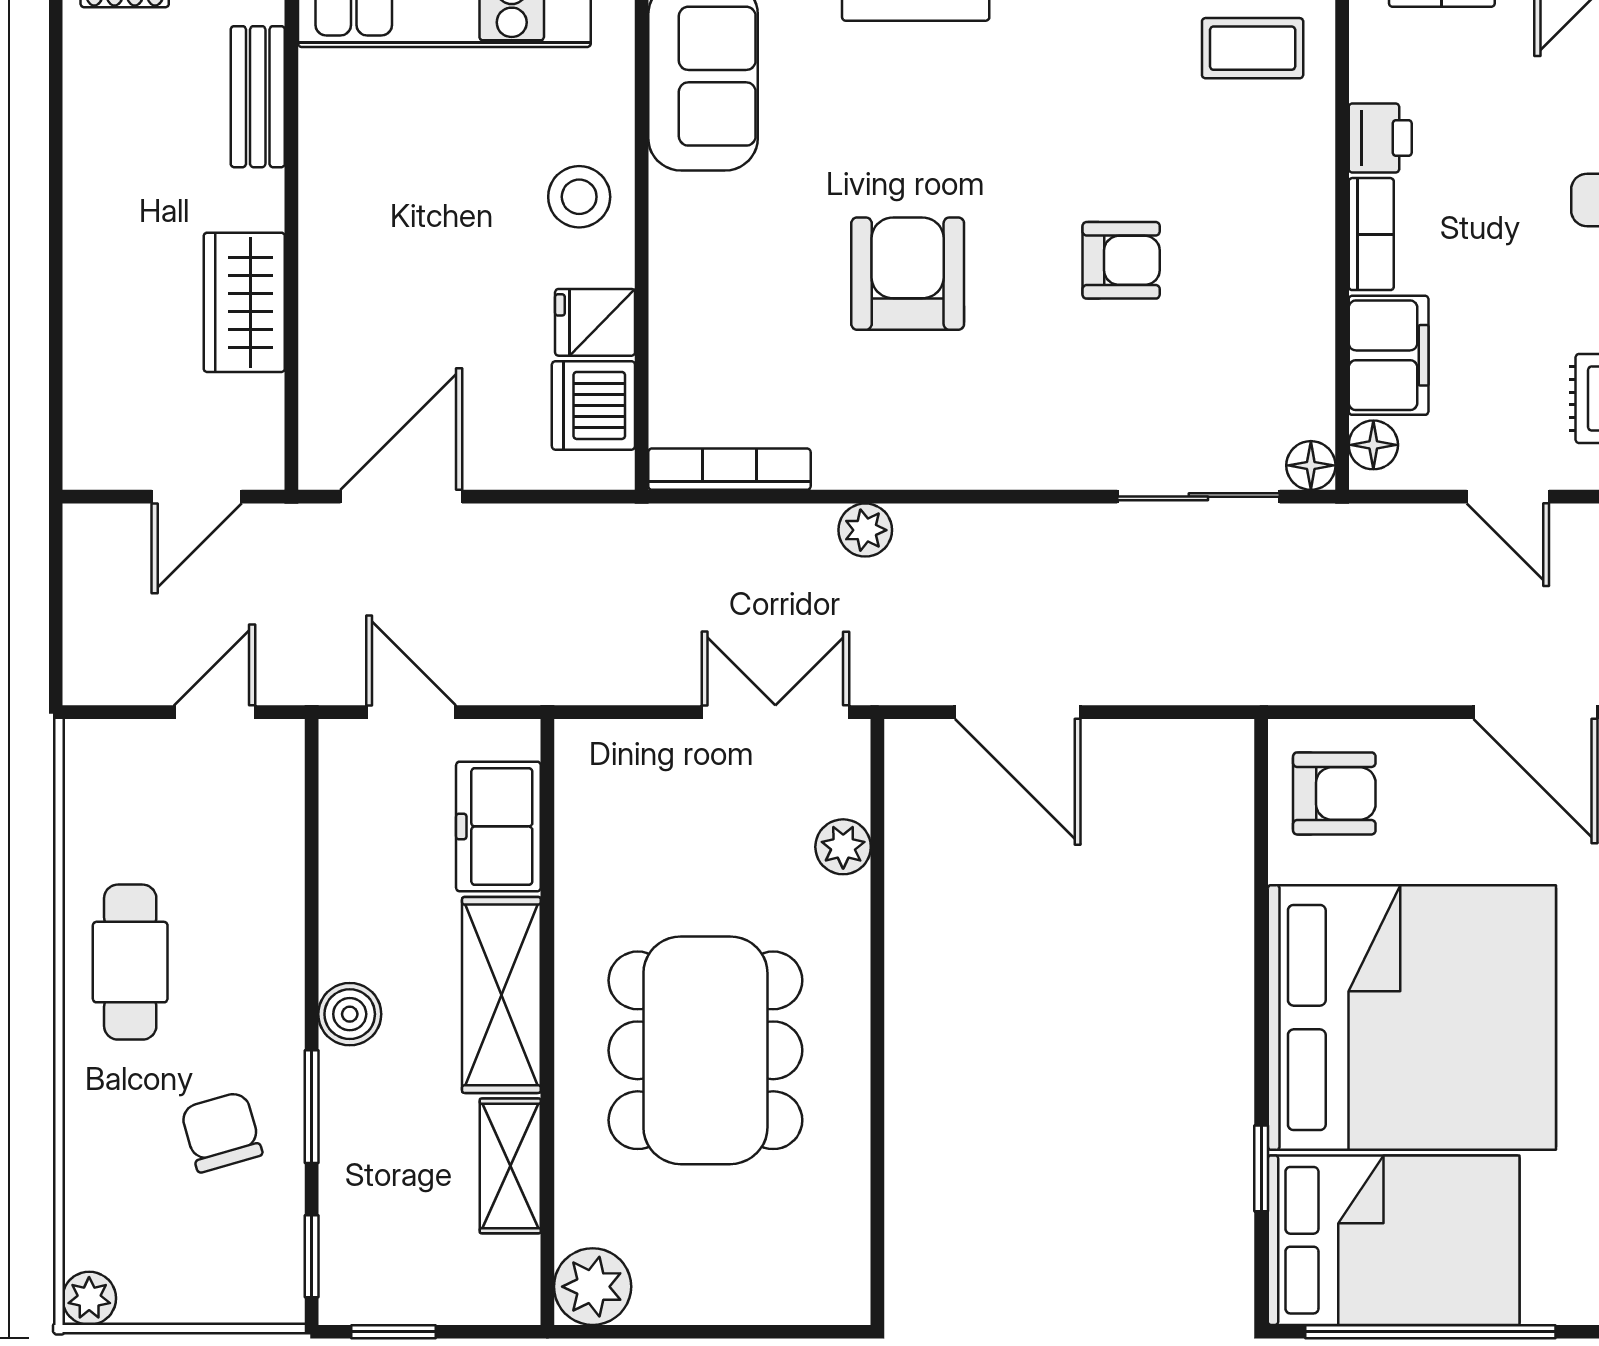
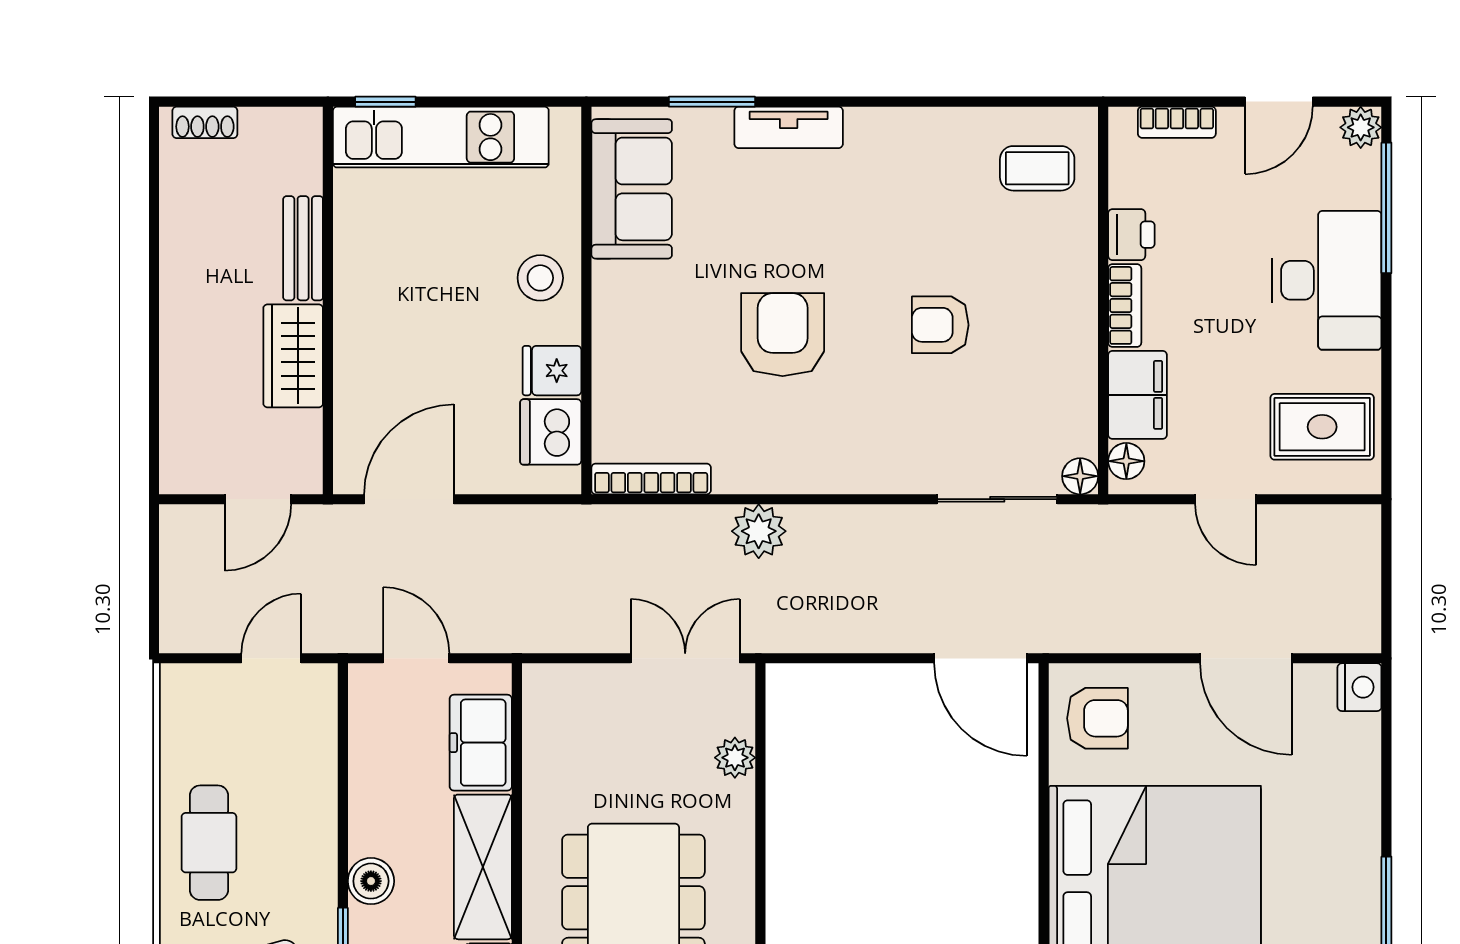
bench: (258, 97) -> (303, 248), moved
armchair: (1121, 260) -> (940, 325), turned 180
plant: (865, 530) -> (759, 531), width x1.38, depth x1.38
door: (1018, 712) -> (981, 658), moved

